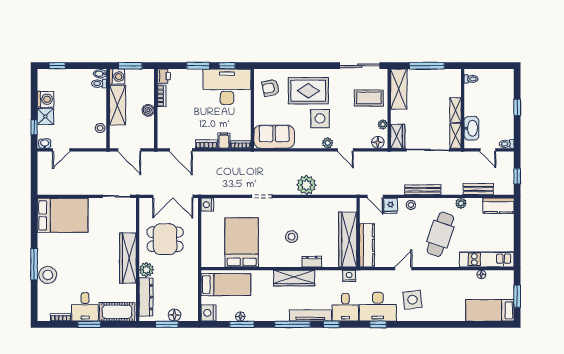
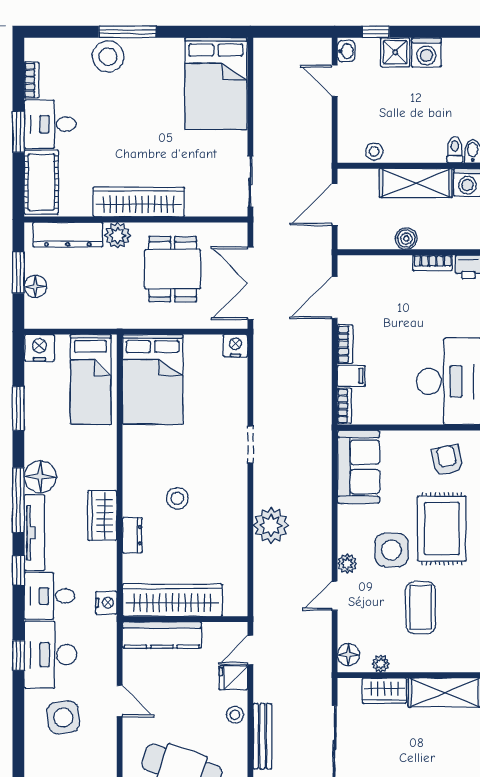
coffee table: (369, 98) -> (421, 607), moved
wardrobe: (398, 136) -> (384, 691), moved
bed: (242, 242) -> (153, 379), moved, turned 90
wardrobe: (294, 278) -> (102, 516), width x0.67
floor lamp: (240, 316) -> (40, 477), moved, width x1.89, depth x1.89

